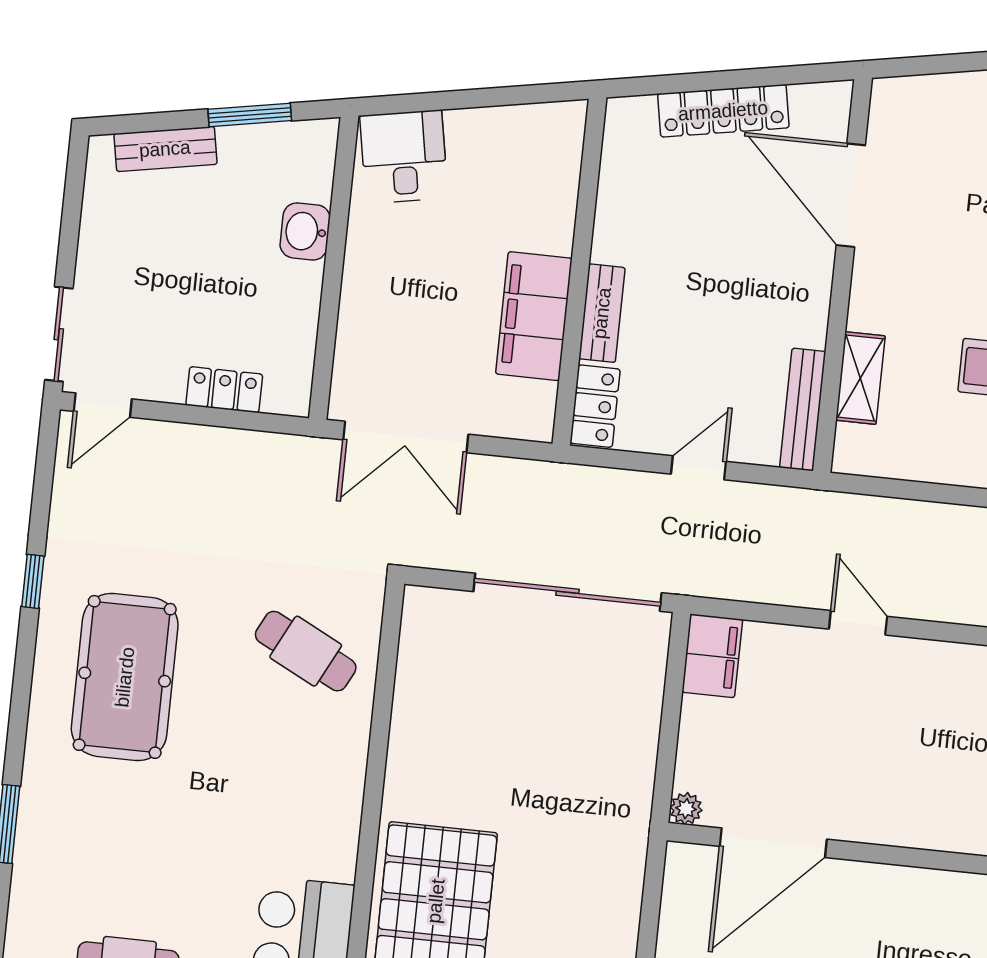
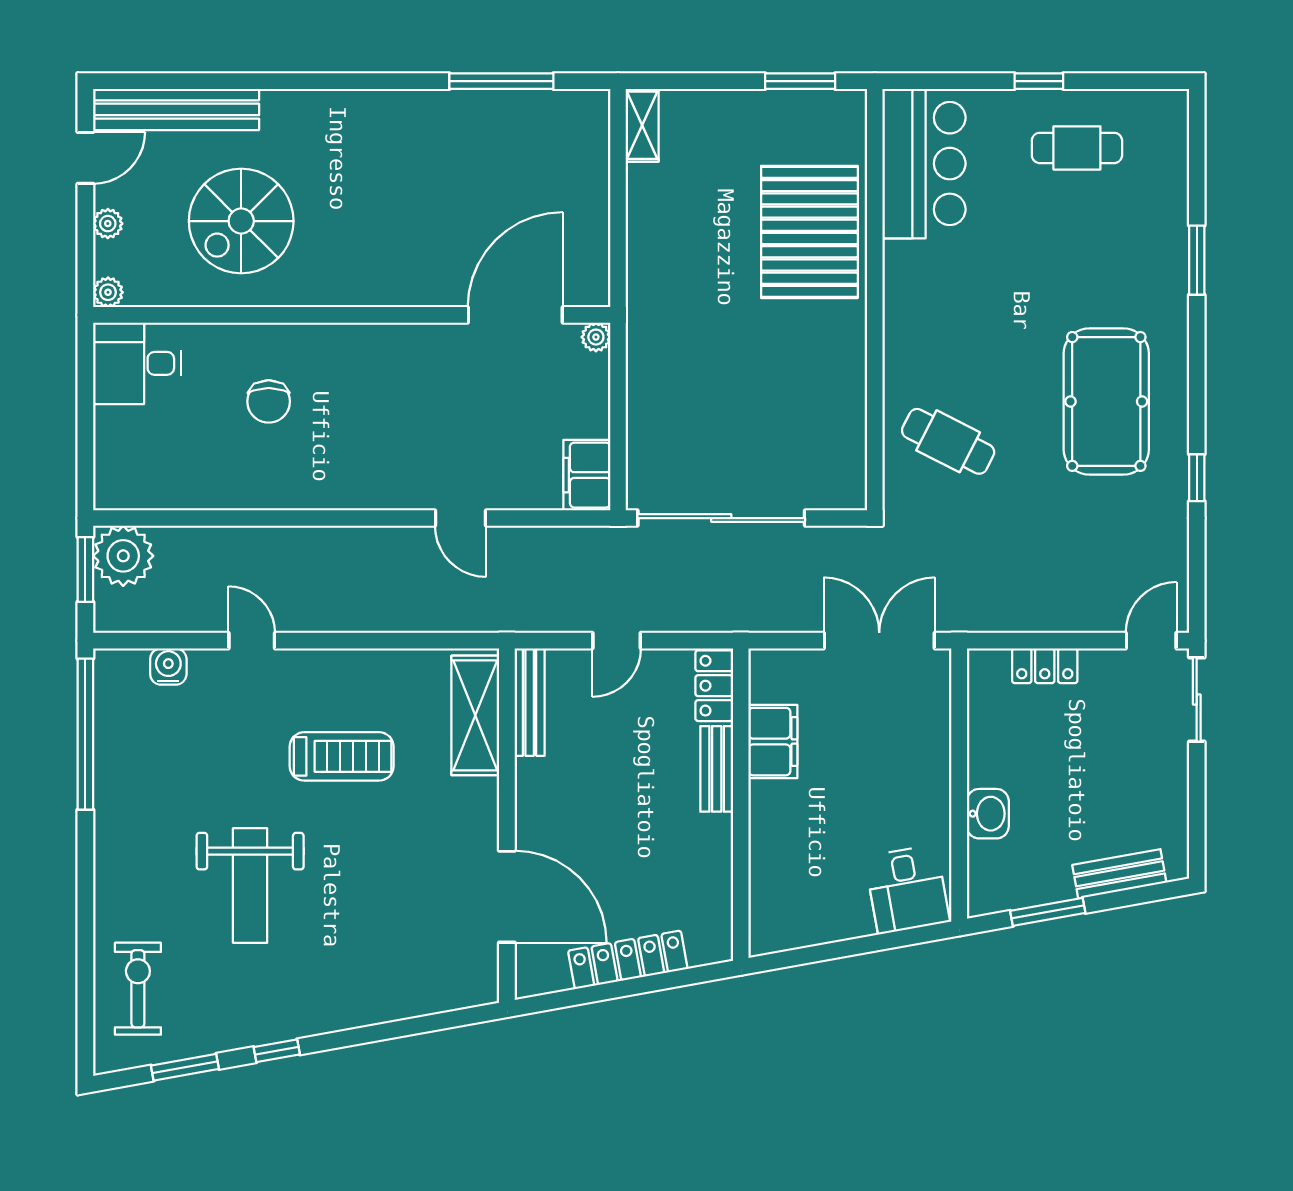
filing cabinet: (534, 316) -> (773, 742), width x0.67, depth x0.86
shelving: (860, 378) -> (475, 715), width x1.50, depth x1.33

